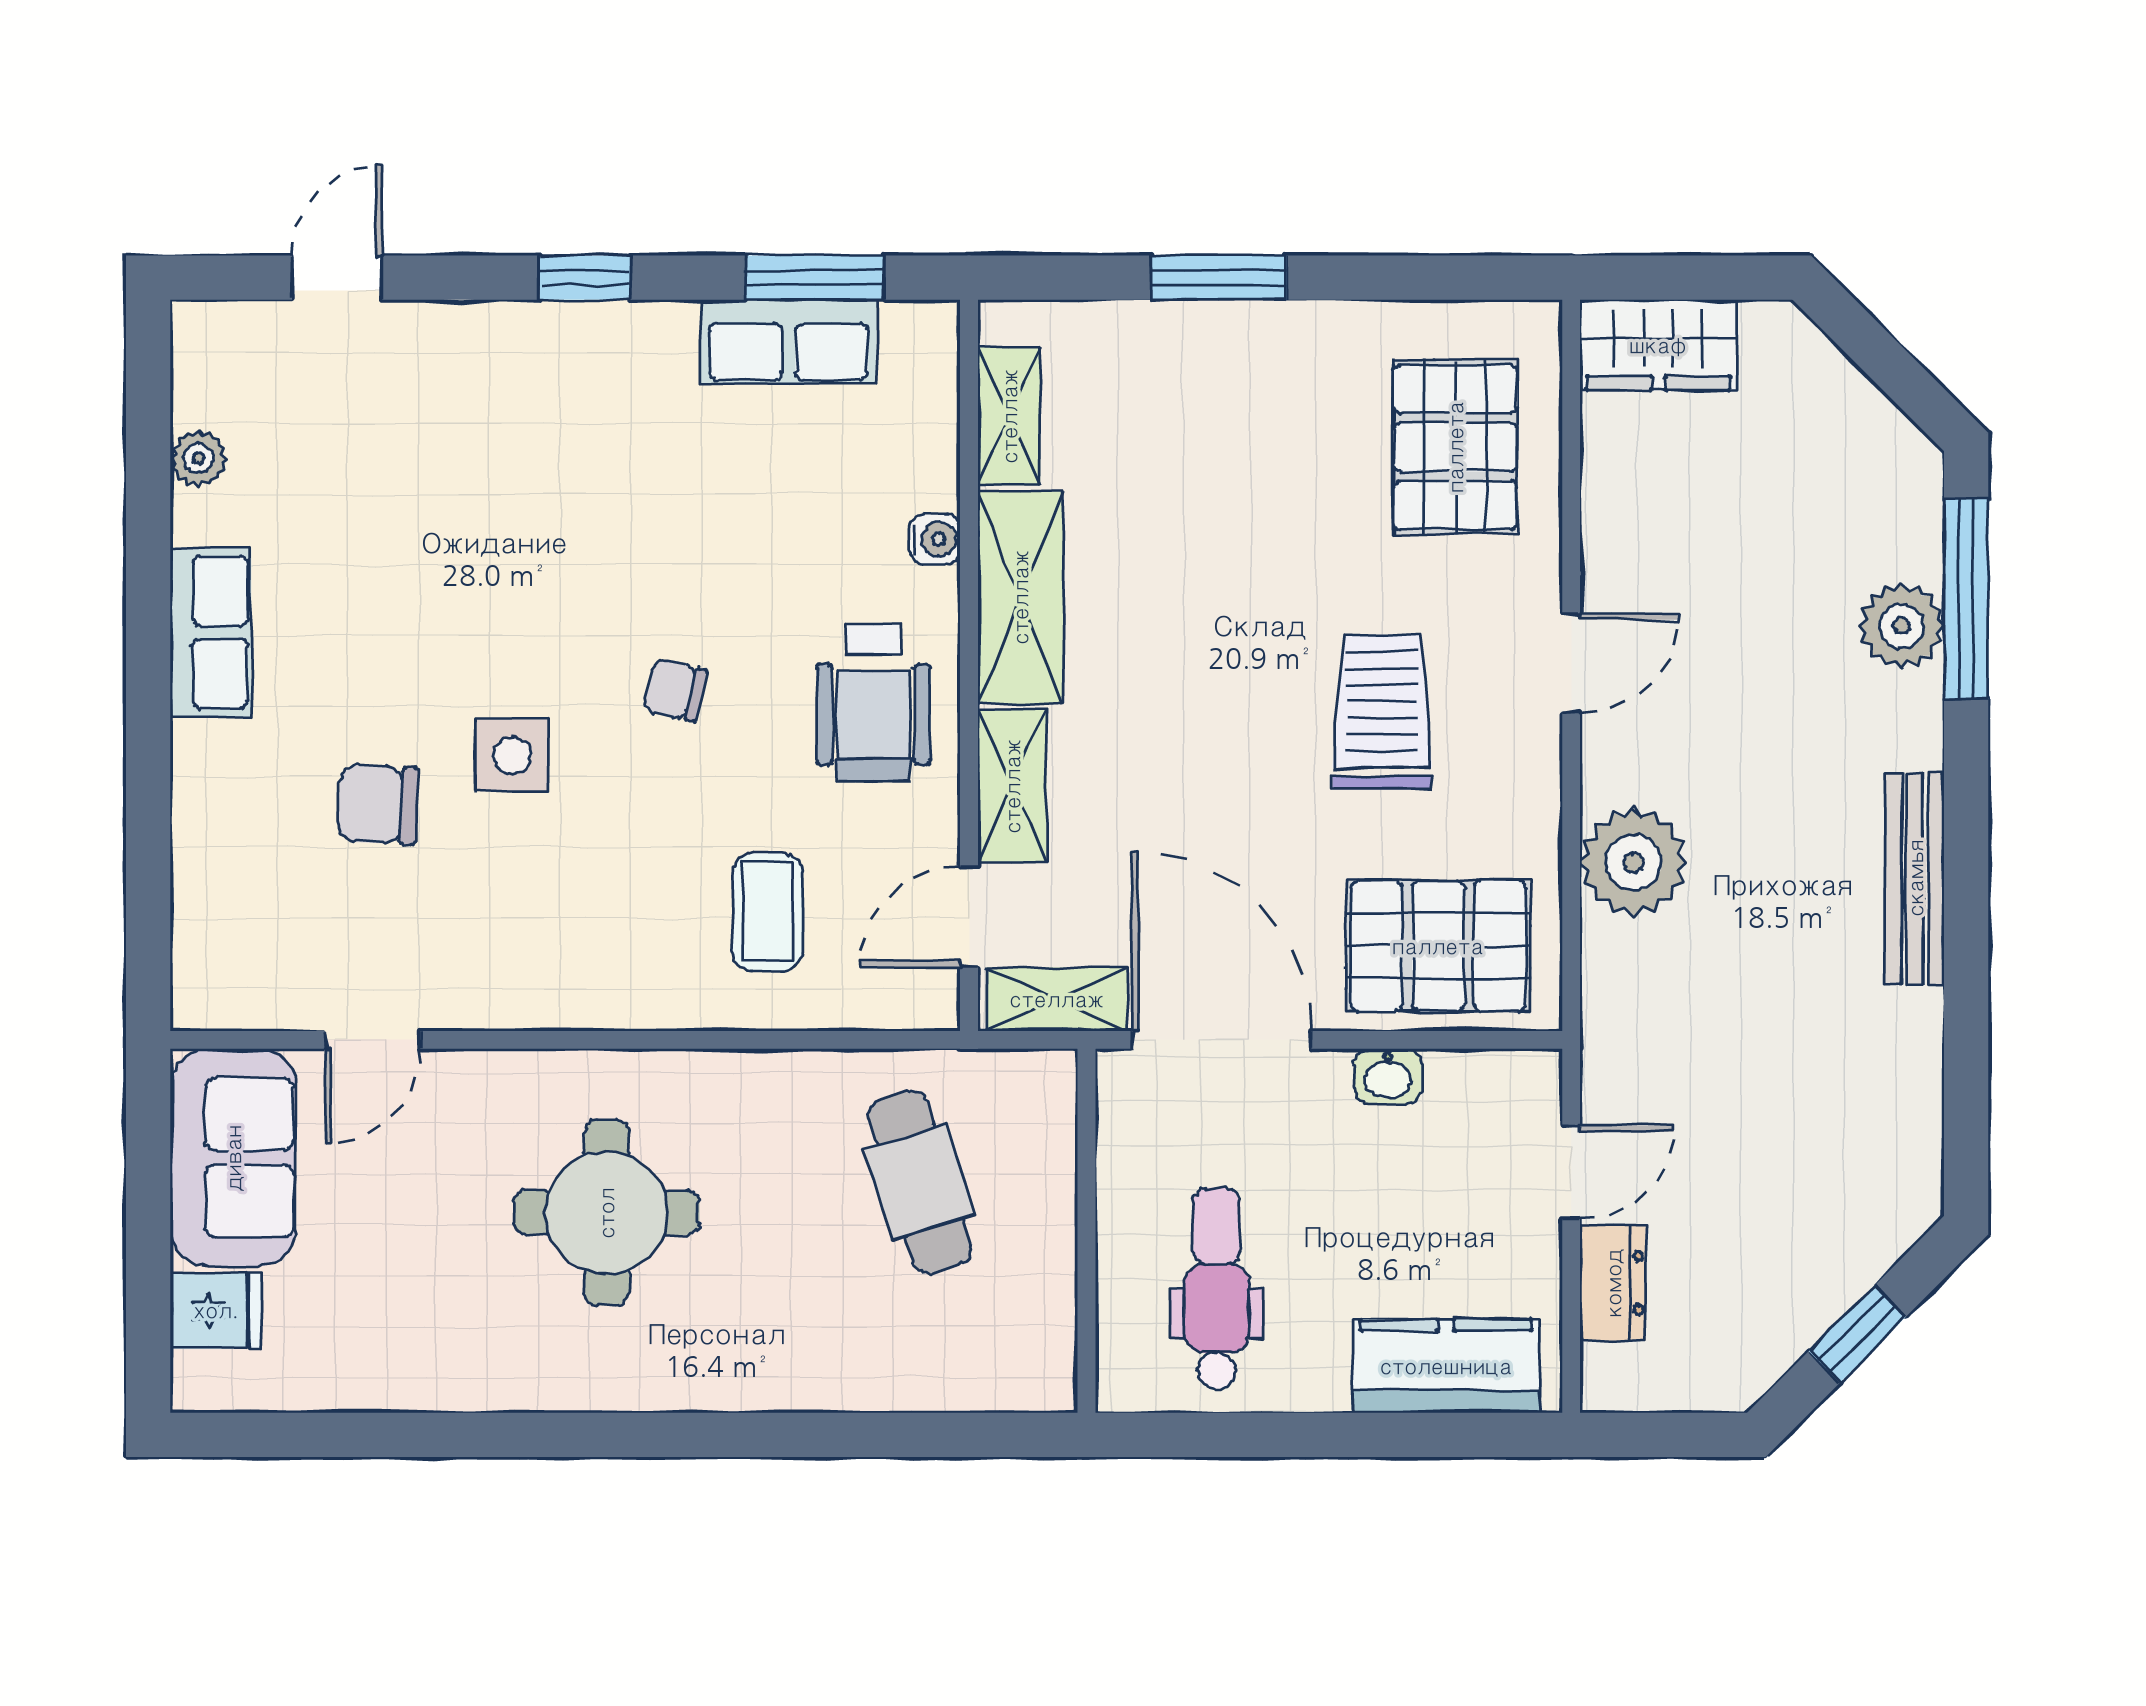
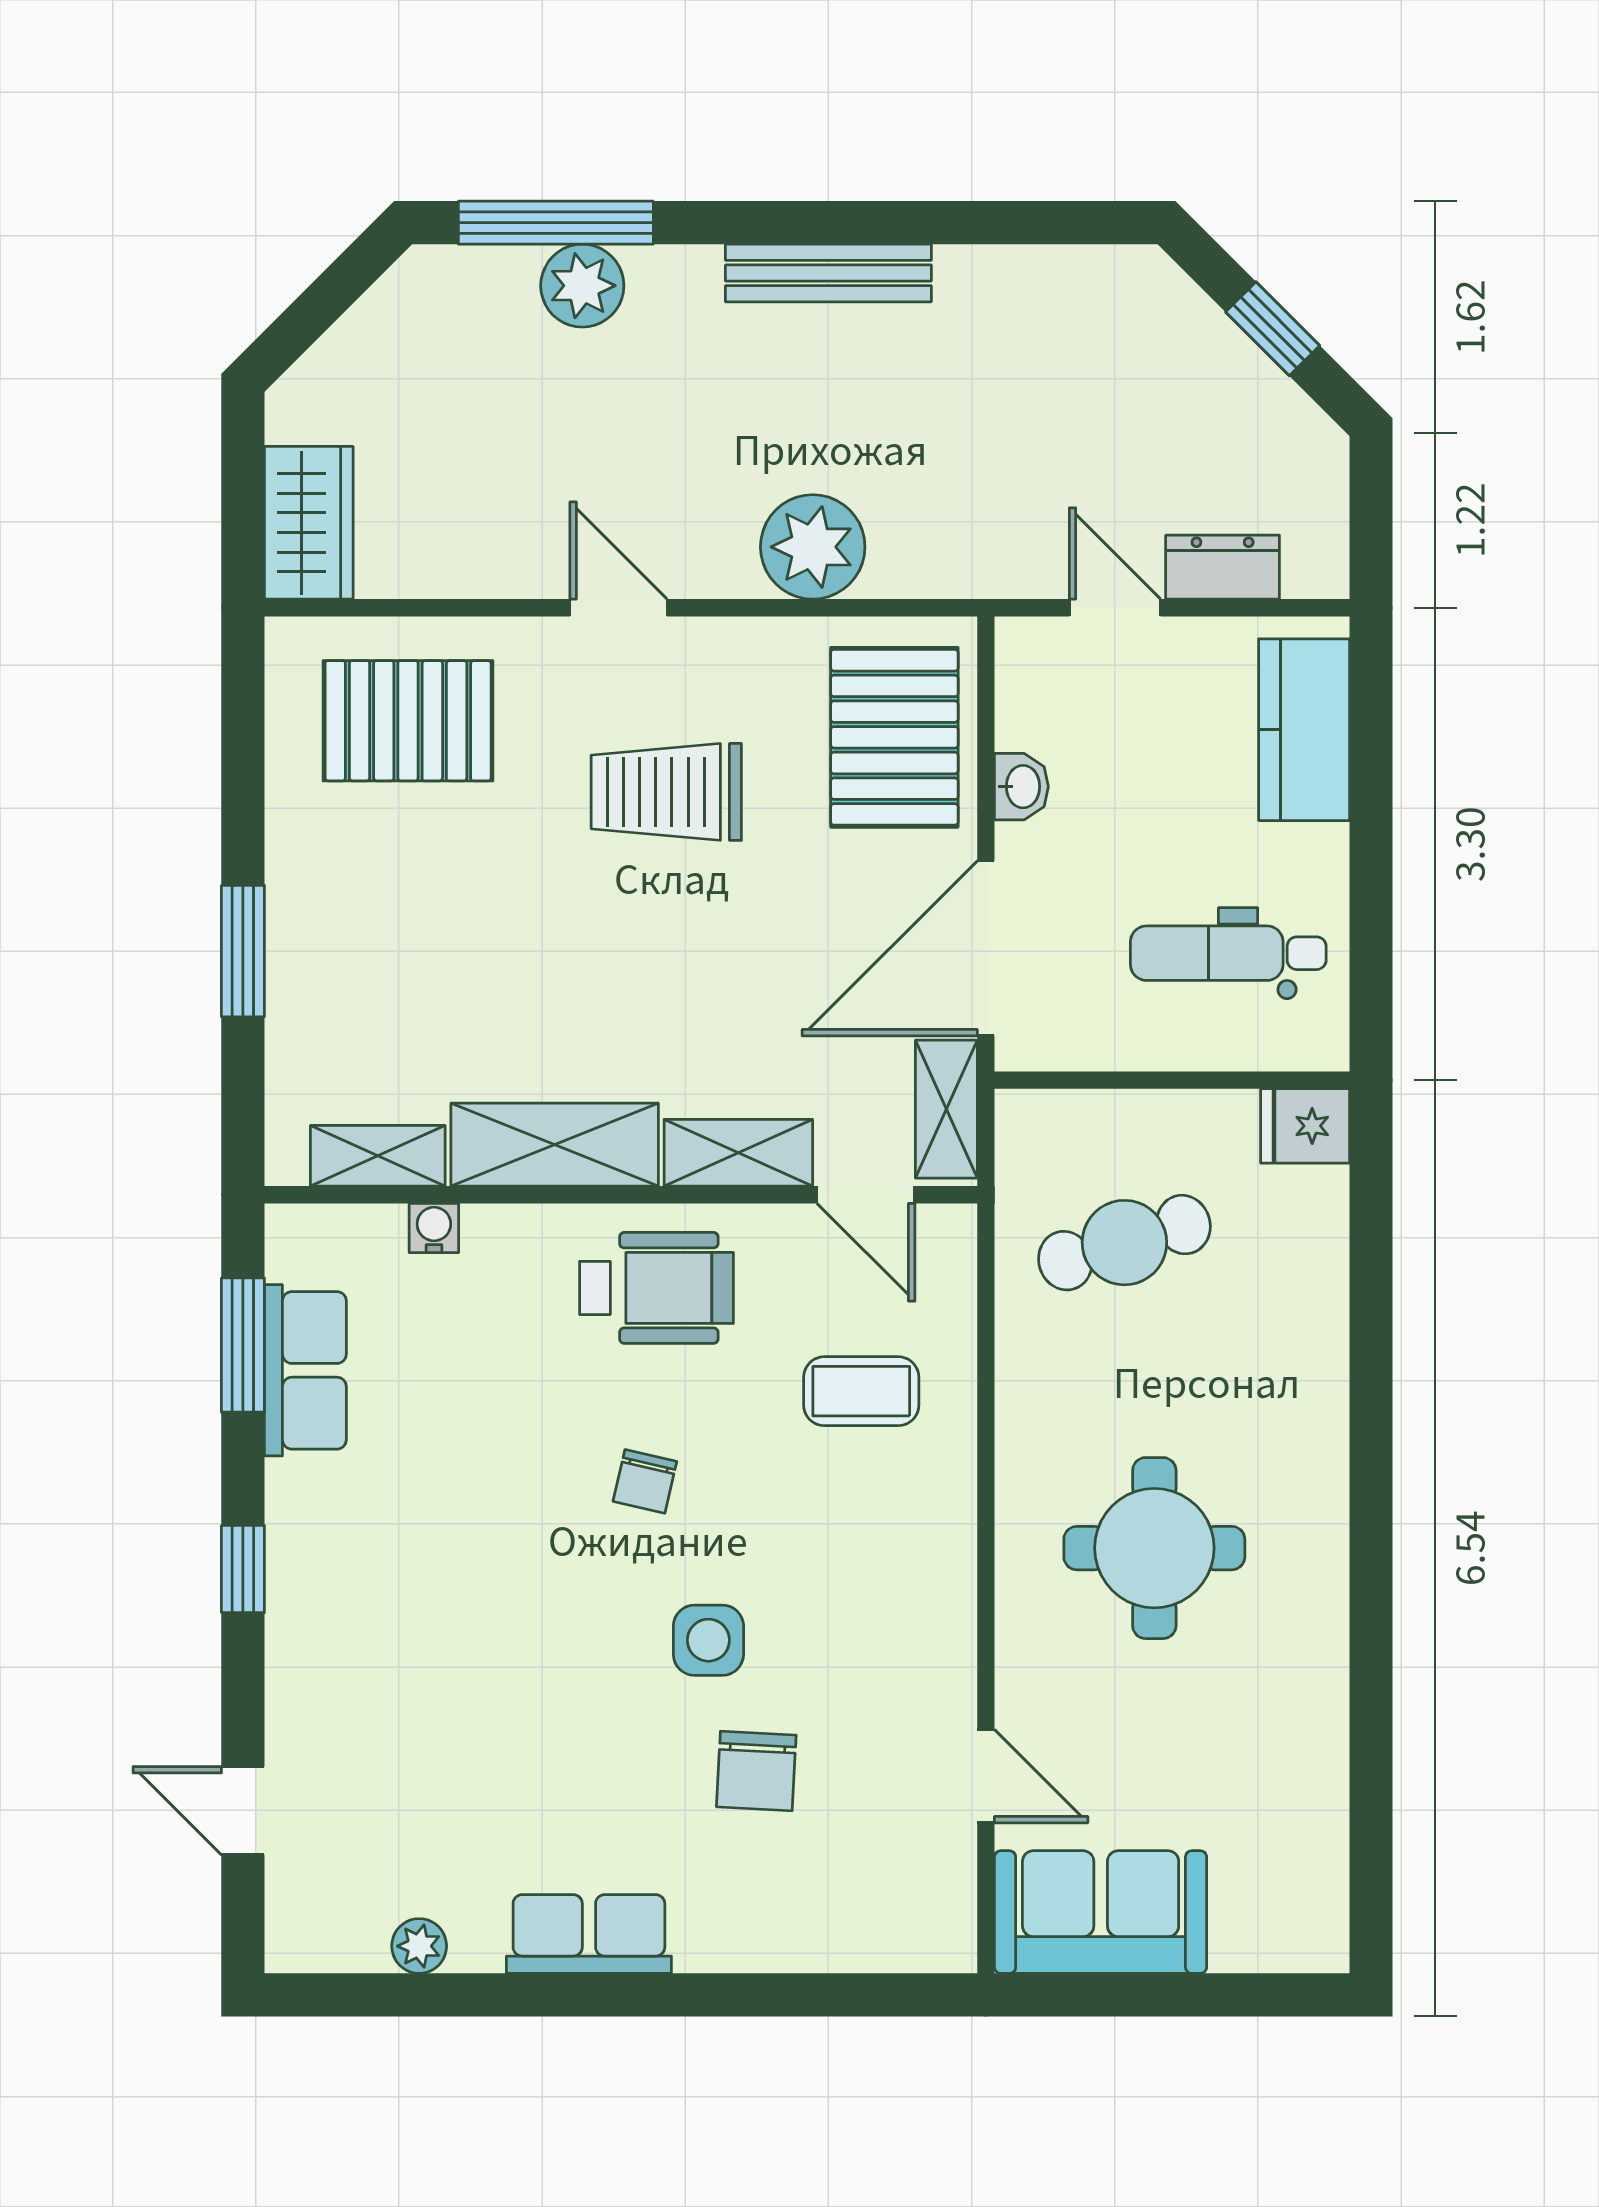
water cooler: (935, 539) -> (434, 1228), moved
fridge: (216, 1310) -> (1305, 1126), moved, turned -90

